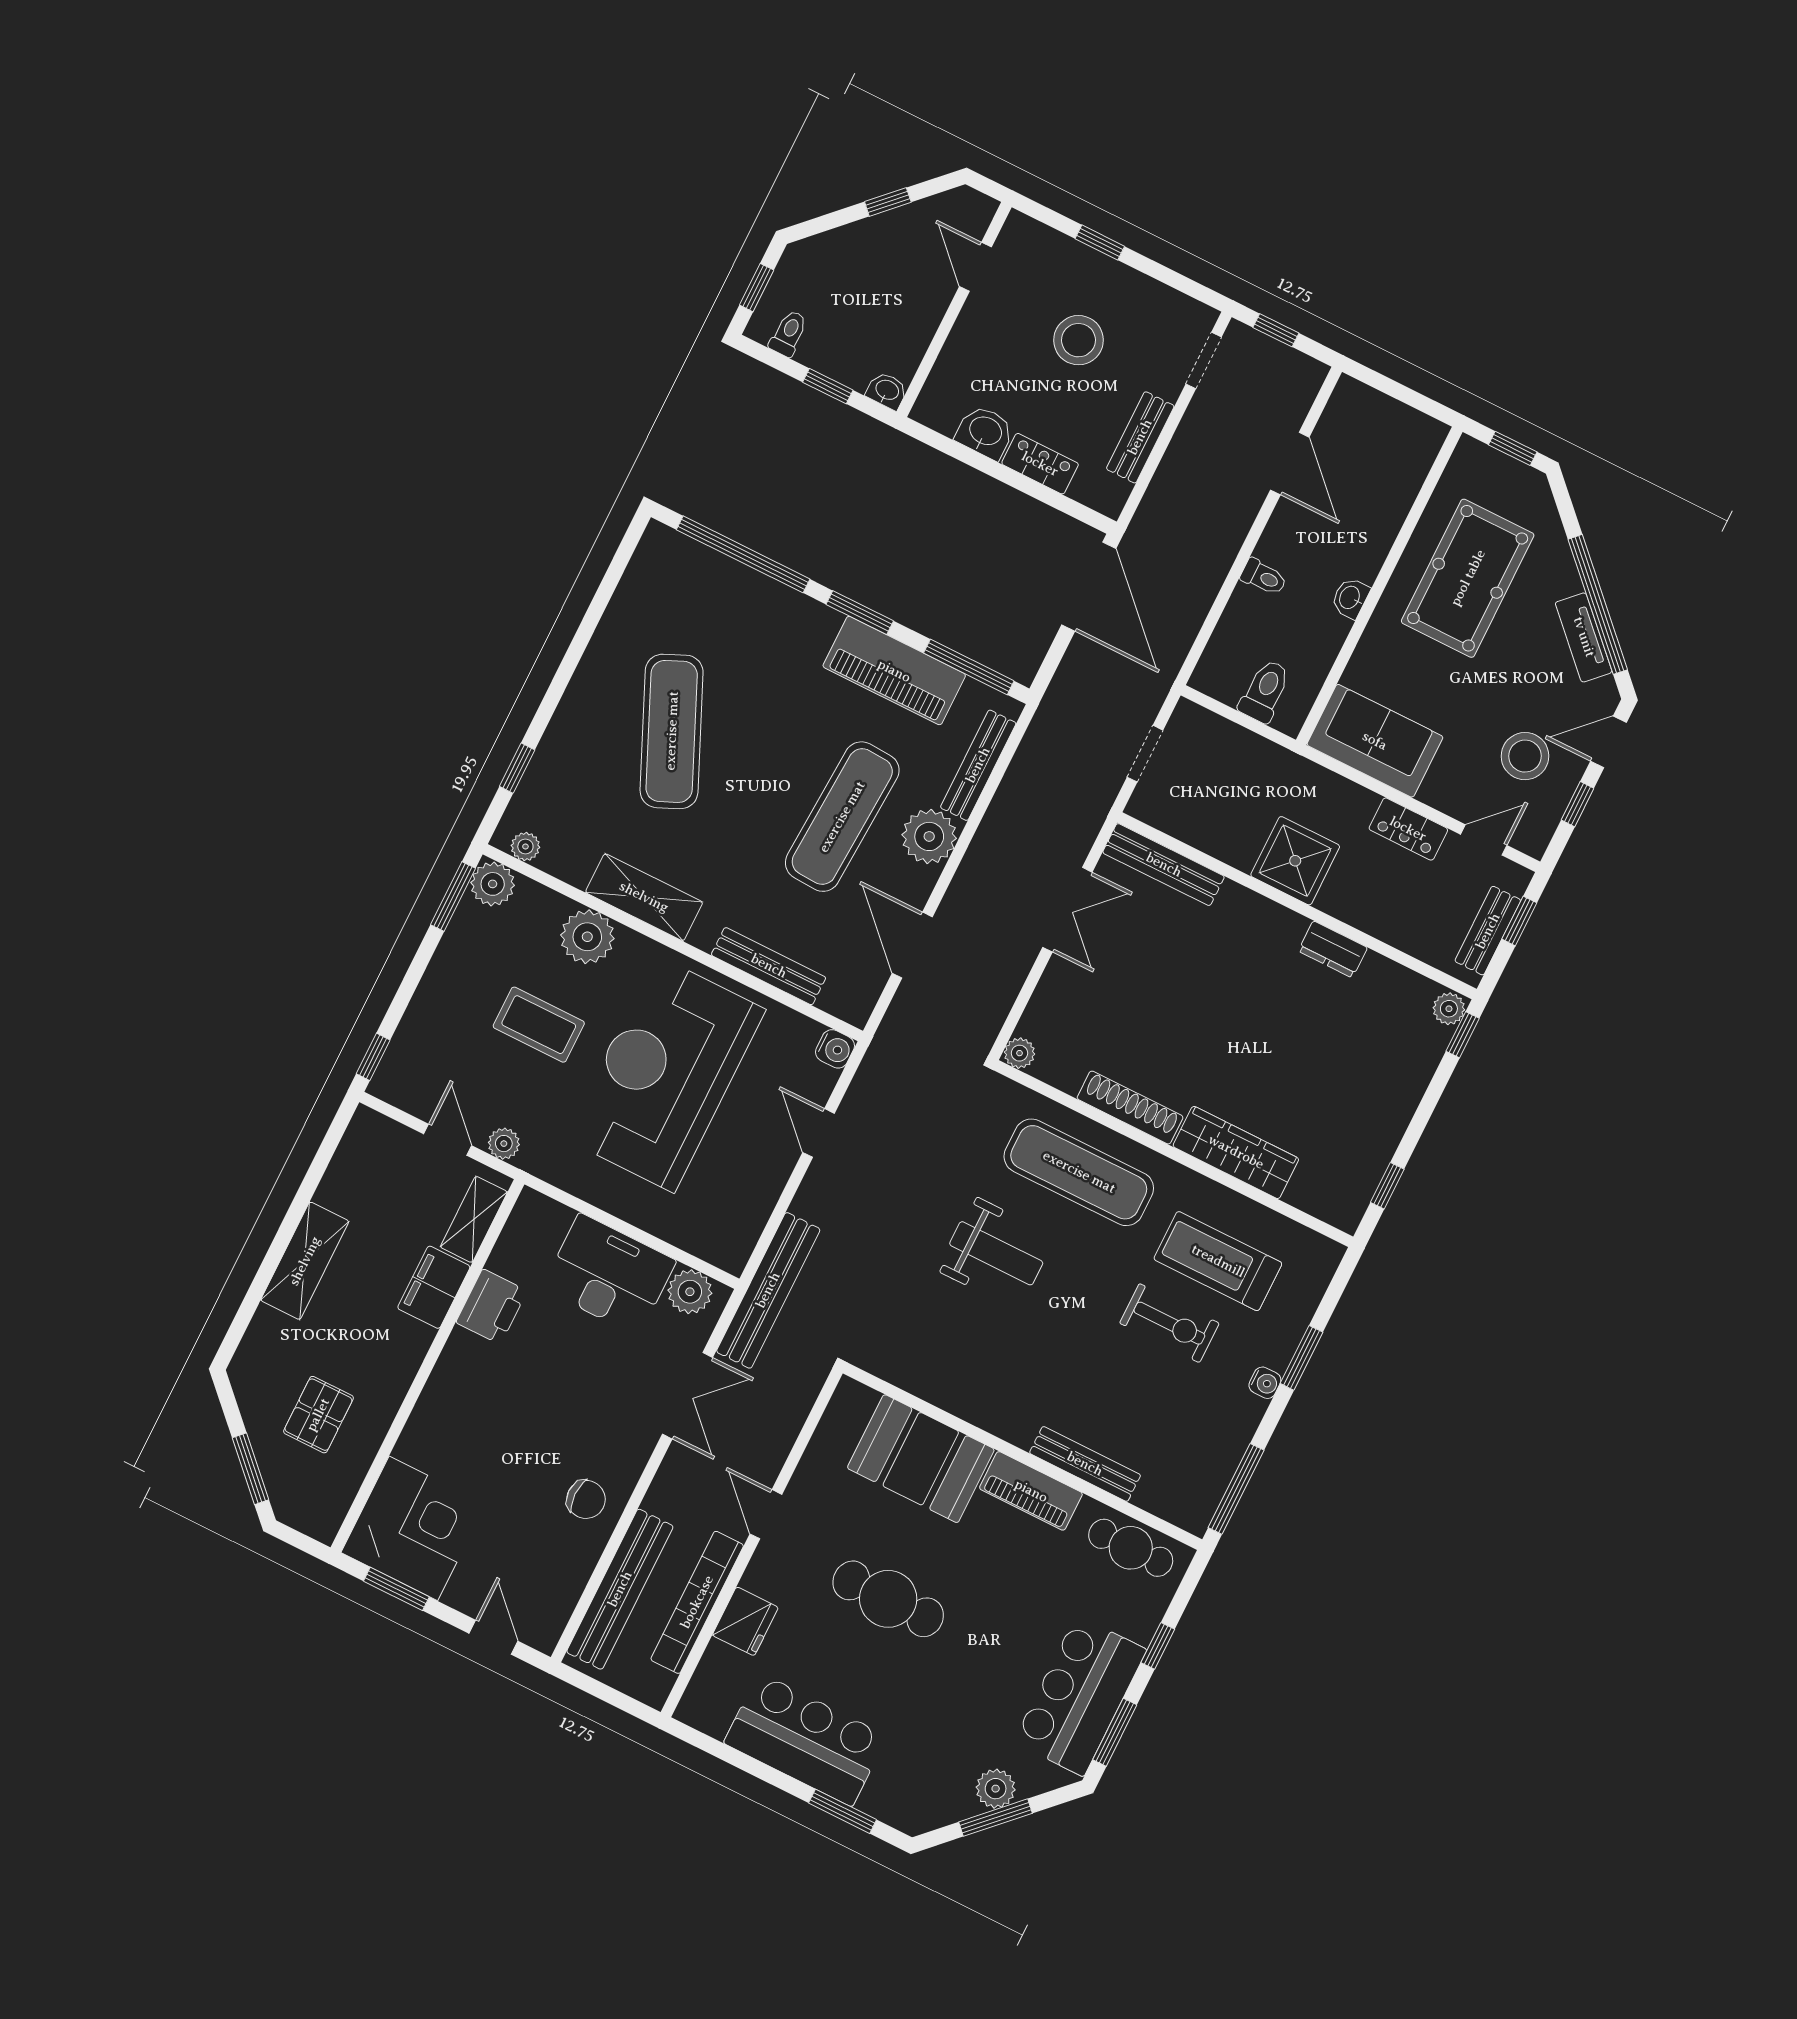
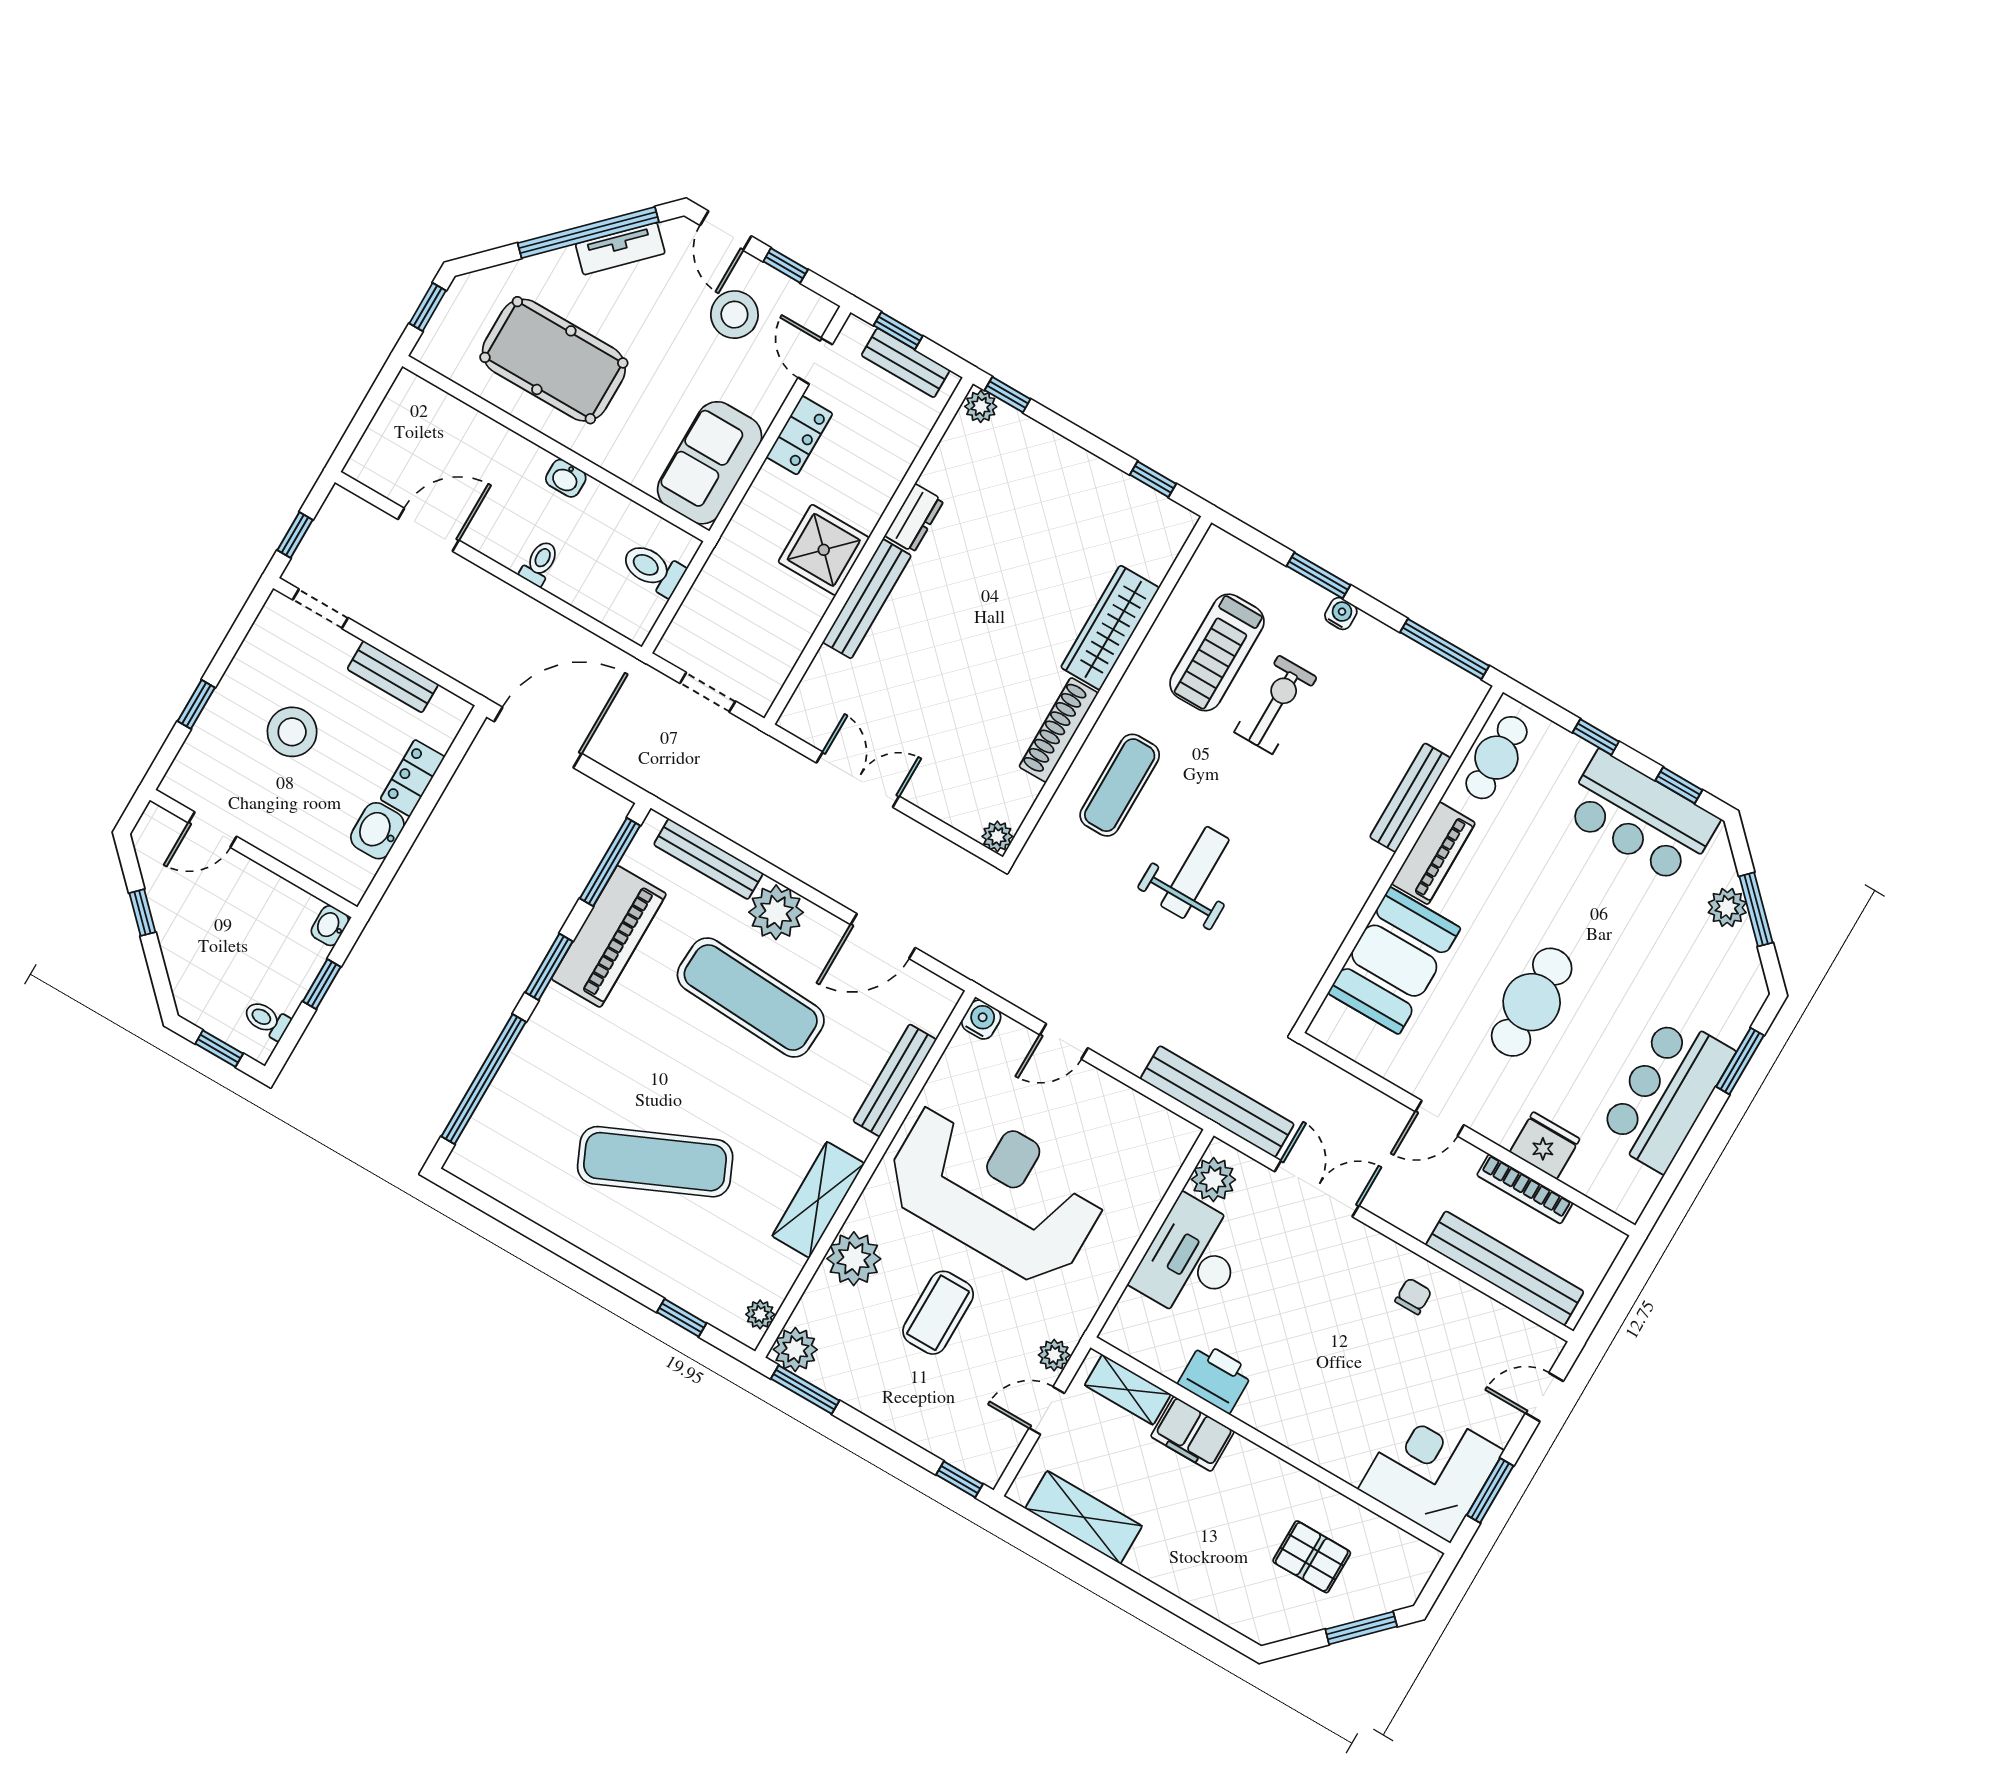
bench: (1164, 865) -> (867, 599), moved
reception desk: (665, 1074) -> (995, 1190), turned 180
exercise mat: (1079, 1172) -> (1120, 785), width x0.73, depth x0.69
shelving: (305, 1261) -> (1084, 1517), moved
chair: (586, 1499) -> (1413, 1296), width x0.73, depth x0.73
bookcase: (697, 1602) -> (1525, 1189), width x0.68, depth x0.76
window: (1115, 1732) -> (1679, 785), width x0.67

